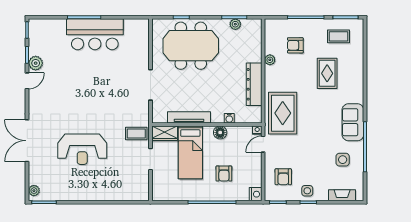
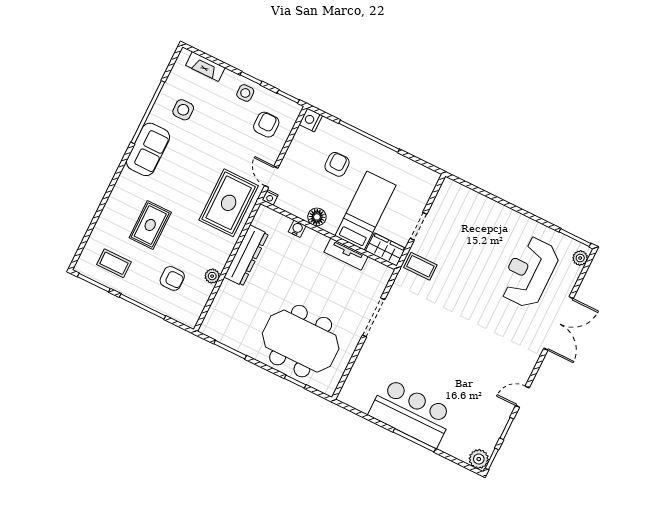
plant: (235, 24) -> (233, 341), removed
plant: (36, 63) -> (479, 459), moved
tv unit: (189, 117) -> (346, 254), width x0.71
door: (263, 144) -> (271, 177), swing flipped
reception desk: (82, 149) -> (529, 272), moved, turned -90

